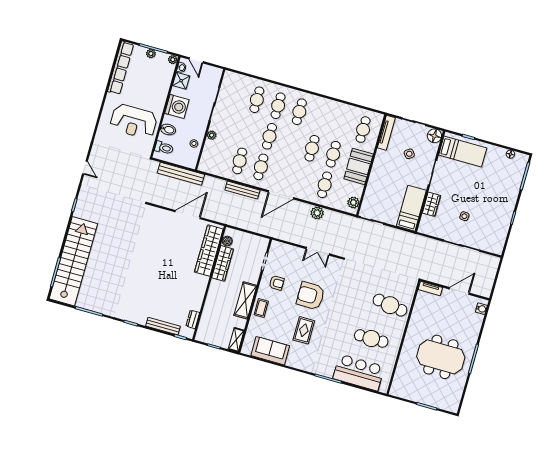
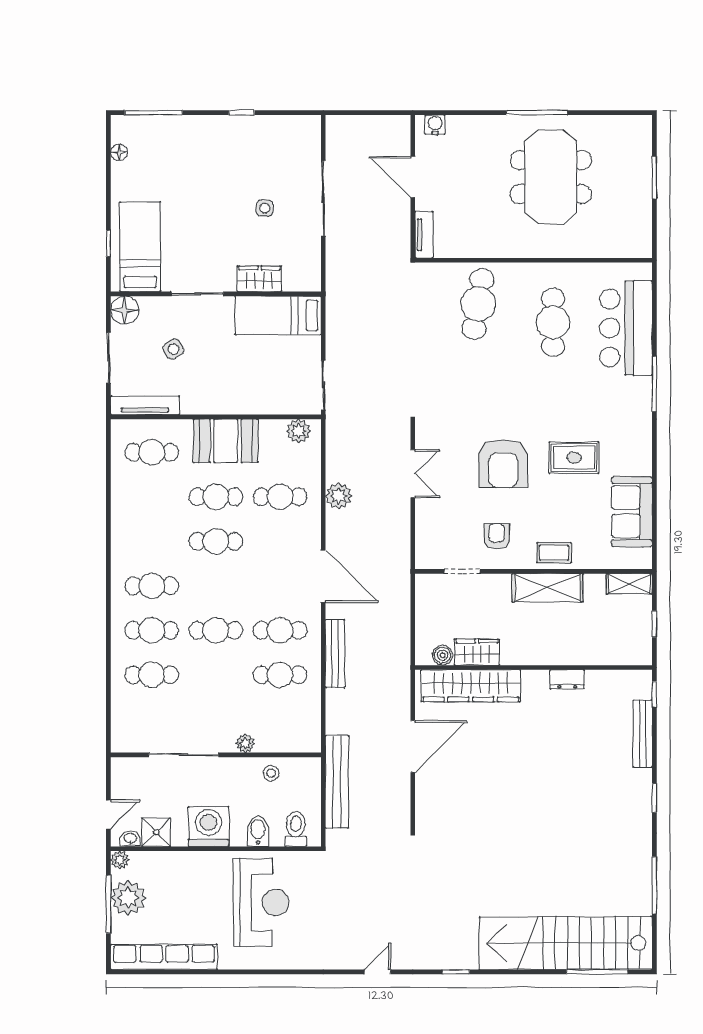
plant: (151, 54) -> (128, 898), width x1.88, depth x1.88
door: (188, 215) -> (413, 746), swing flipped
wardrobe: (223, 263) -> (477, 652), width x0.67
dresser: (193, 319) -> (567, 679), moved

